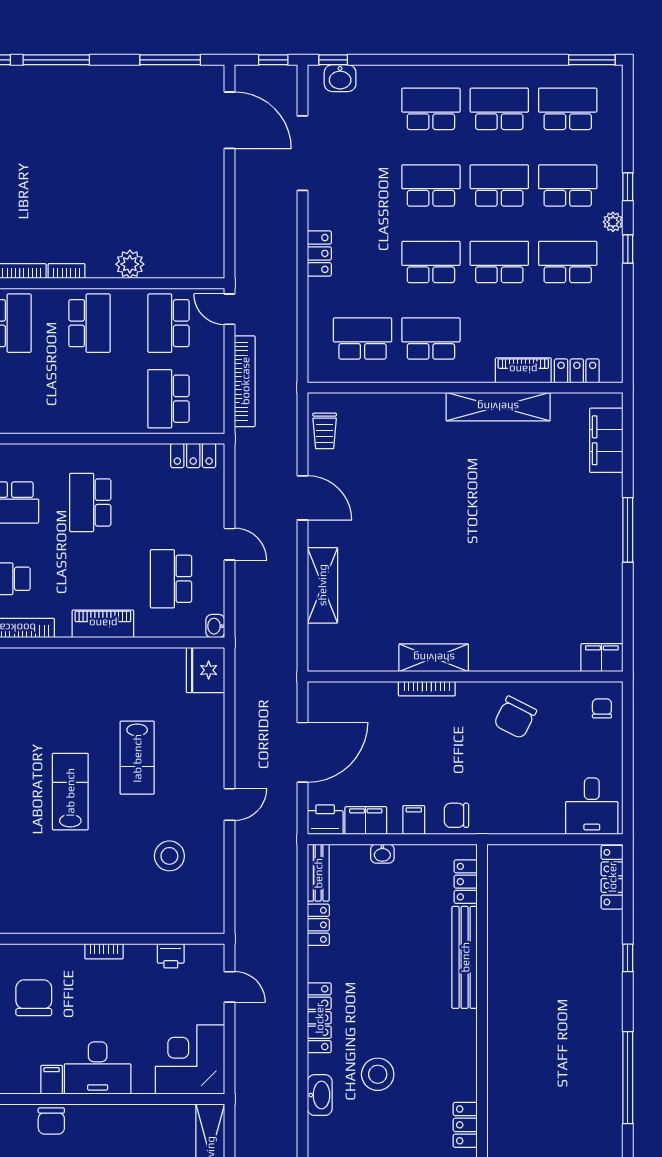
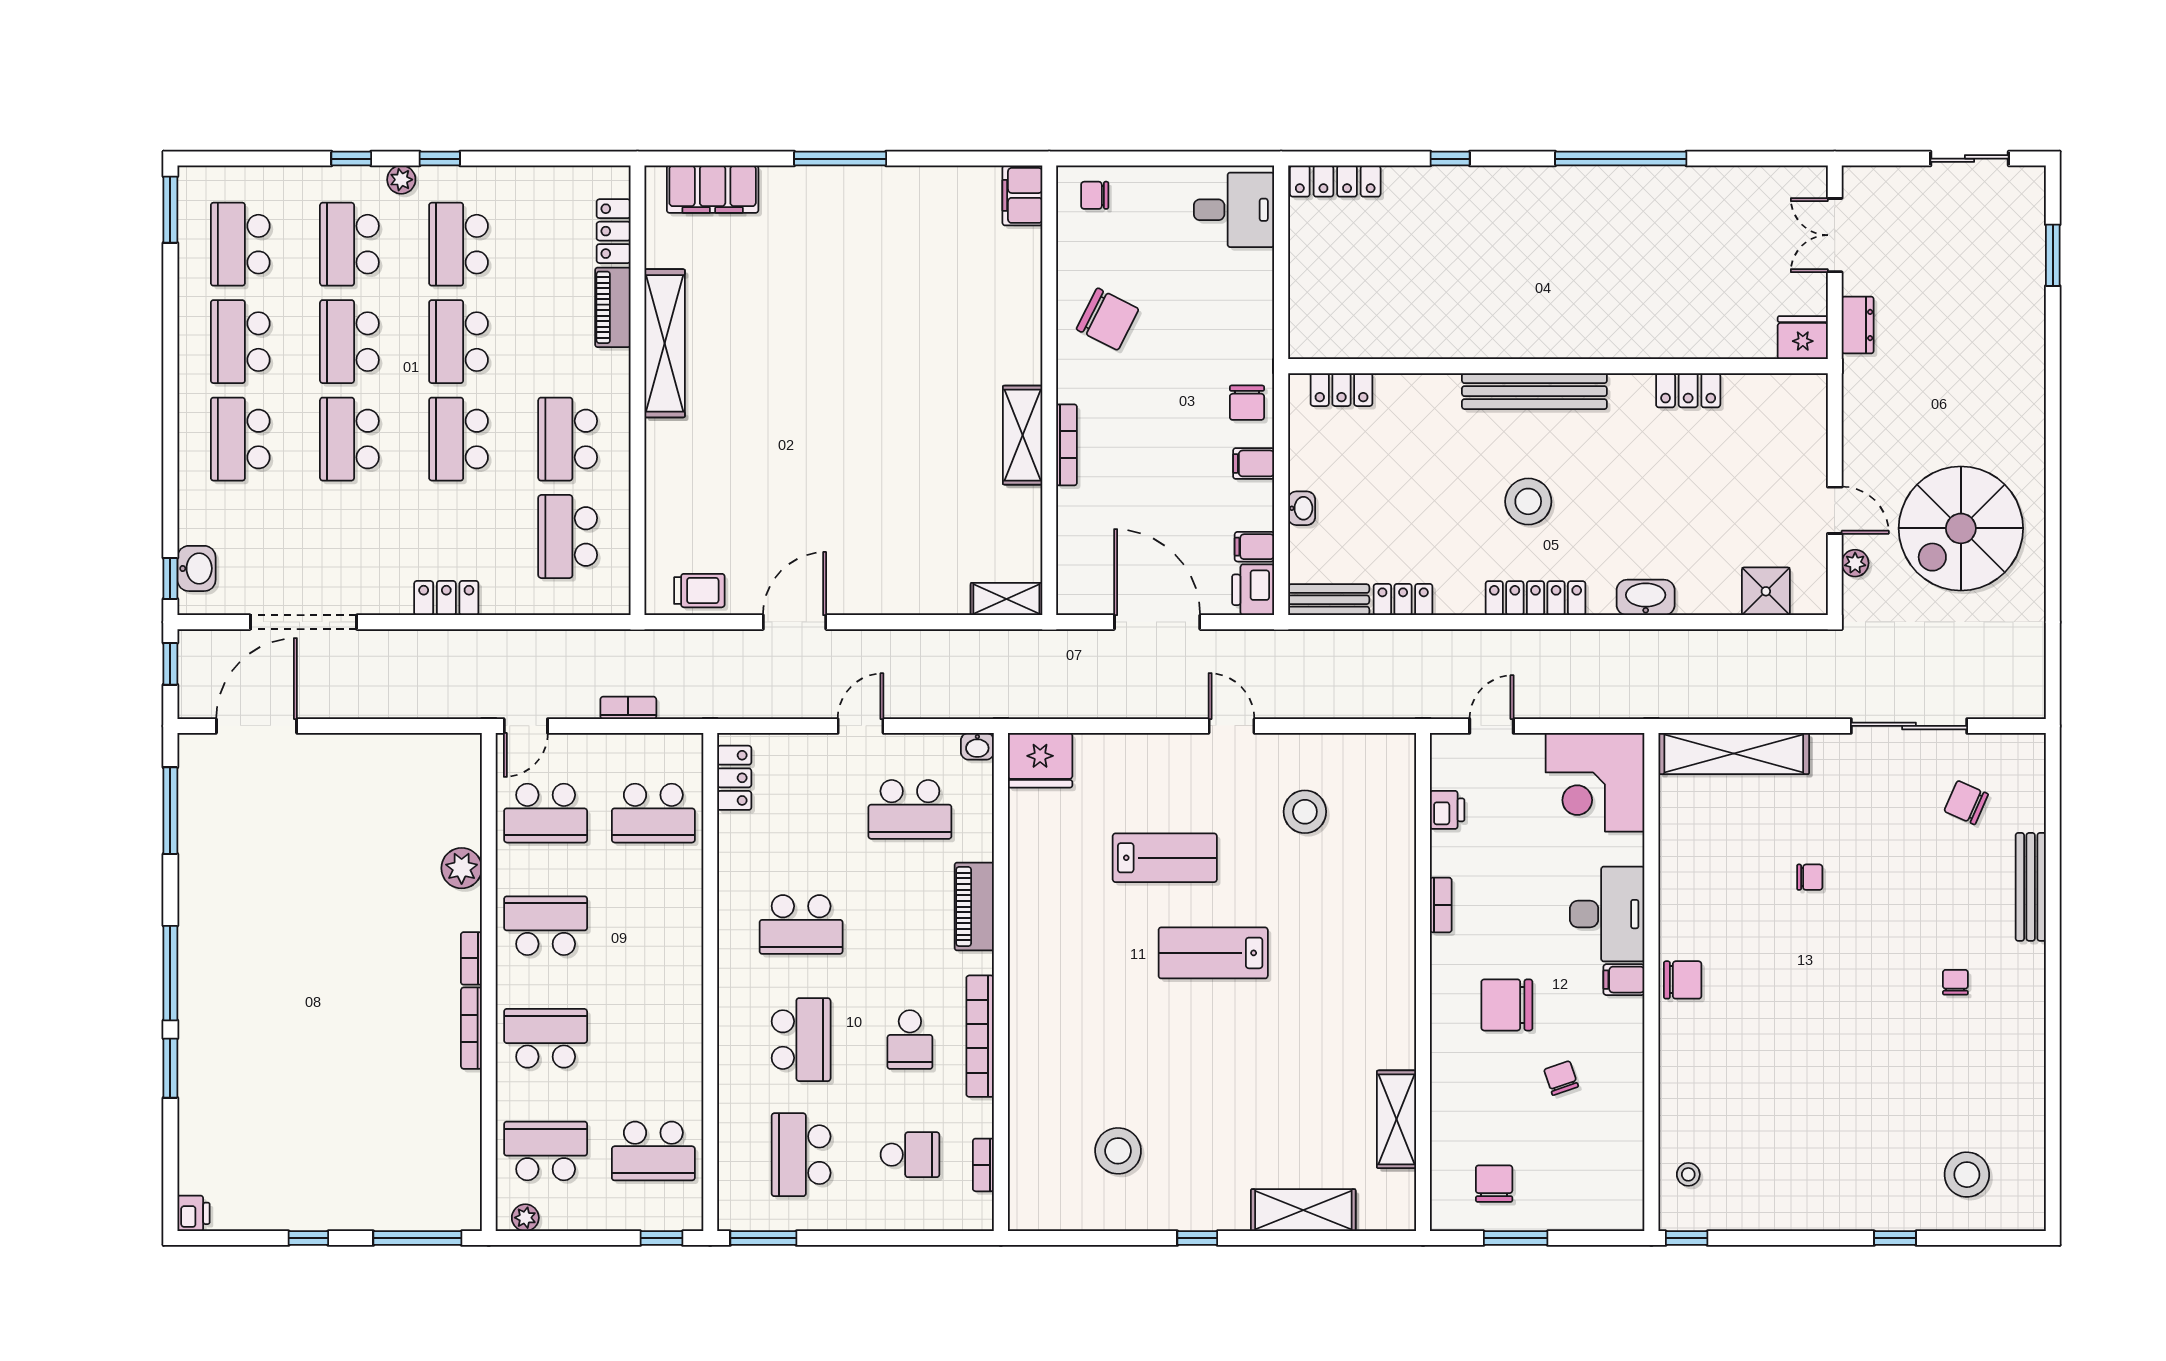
bookcase: (245, 381) -> (628, 708), width x0.43, depth x0.76
shelving: (322, 585) -> (1006, 599), moved, width x0.67, depth x0.75
filing cabinet: (366, 821) -> (1254, 547), width x0.50
bench: (465, 957) -> (1534, 391), moved
stool: (378, 1074) -> (1528, 501), moved

